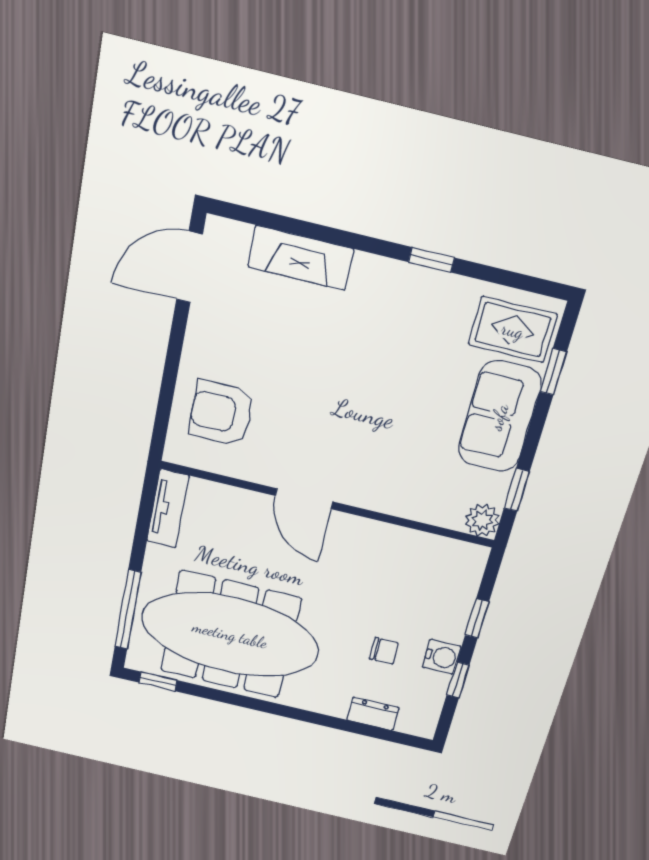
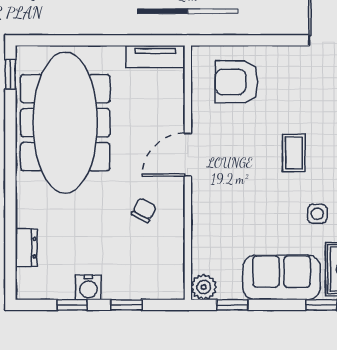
side table: (426, 347) -> (317, 214), added
coffee table: (334, 359) -> (294, 153), added
armchair: (221, 413) -> (236, 82), turned -90
window: (128, 610) -> (66, 40), removed
chair: (384, 651) -> (144, 210), moved, turned -153

